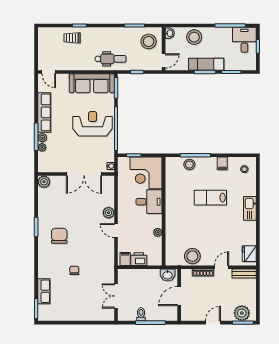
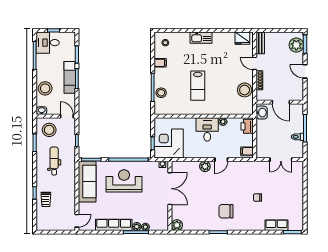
dental chair: (110, 59) -> (54, 161), moved
reception desk: (93, 124) -> (124, 181), turned 90
corner desk: (146, 173) -> (169, 144), moved, turned 180
lab bench: (210, 198) -> (198, 86), moved
desk: (149, 202) -> (207, 129), moved
printer: (139, 259) -> (247, 126), moved

